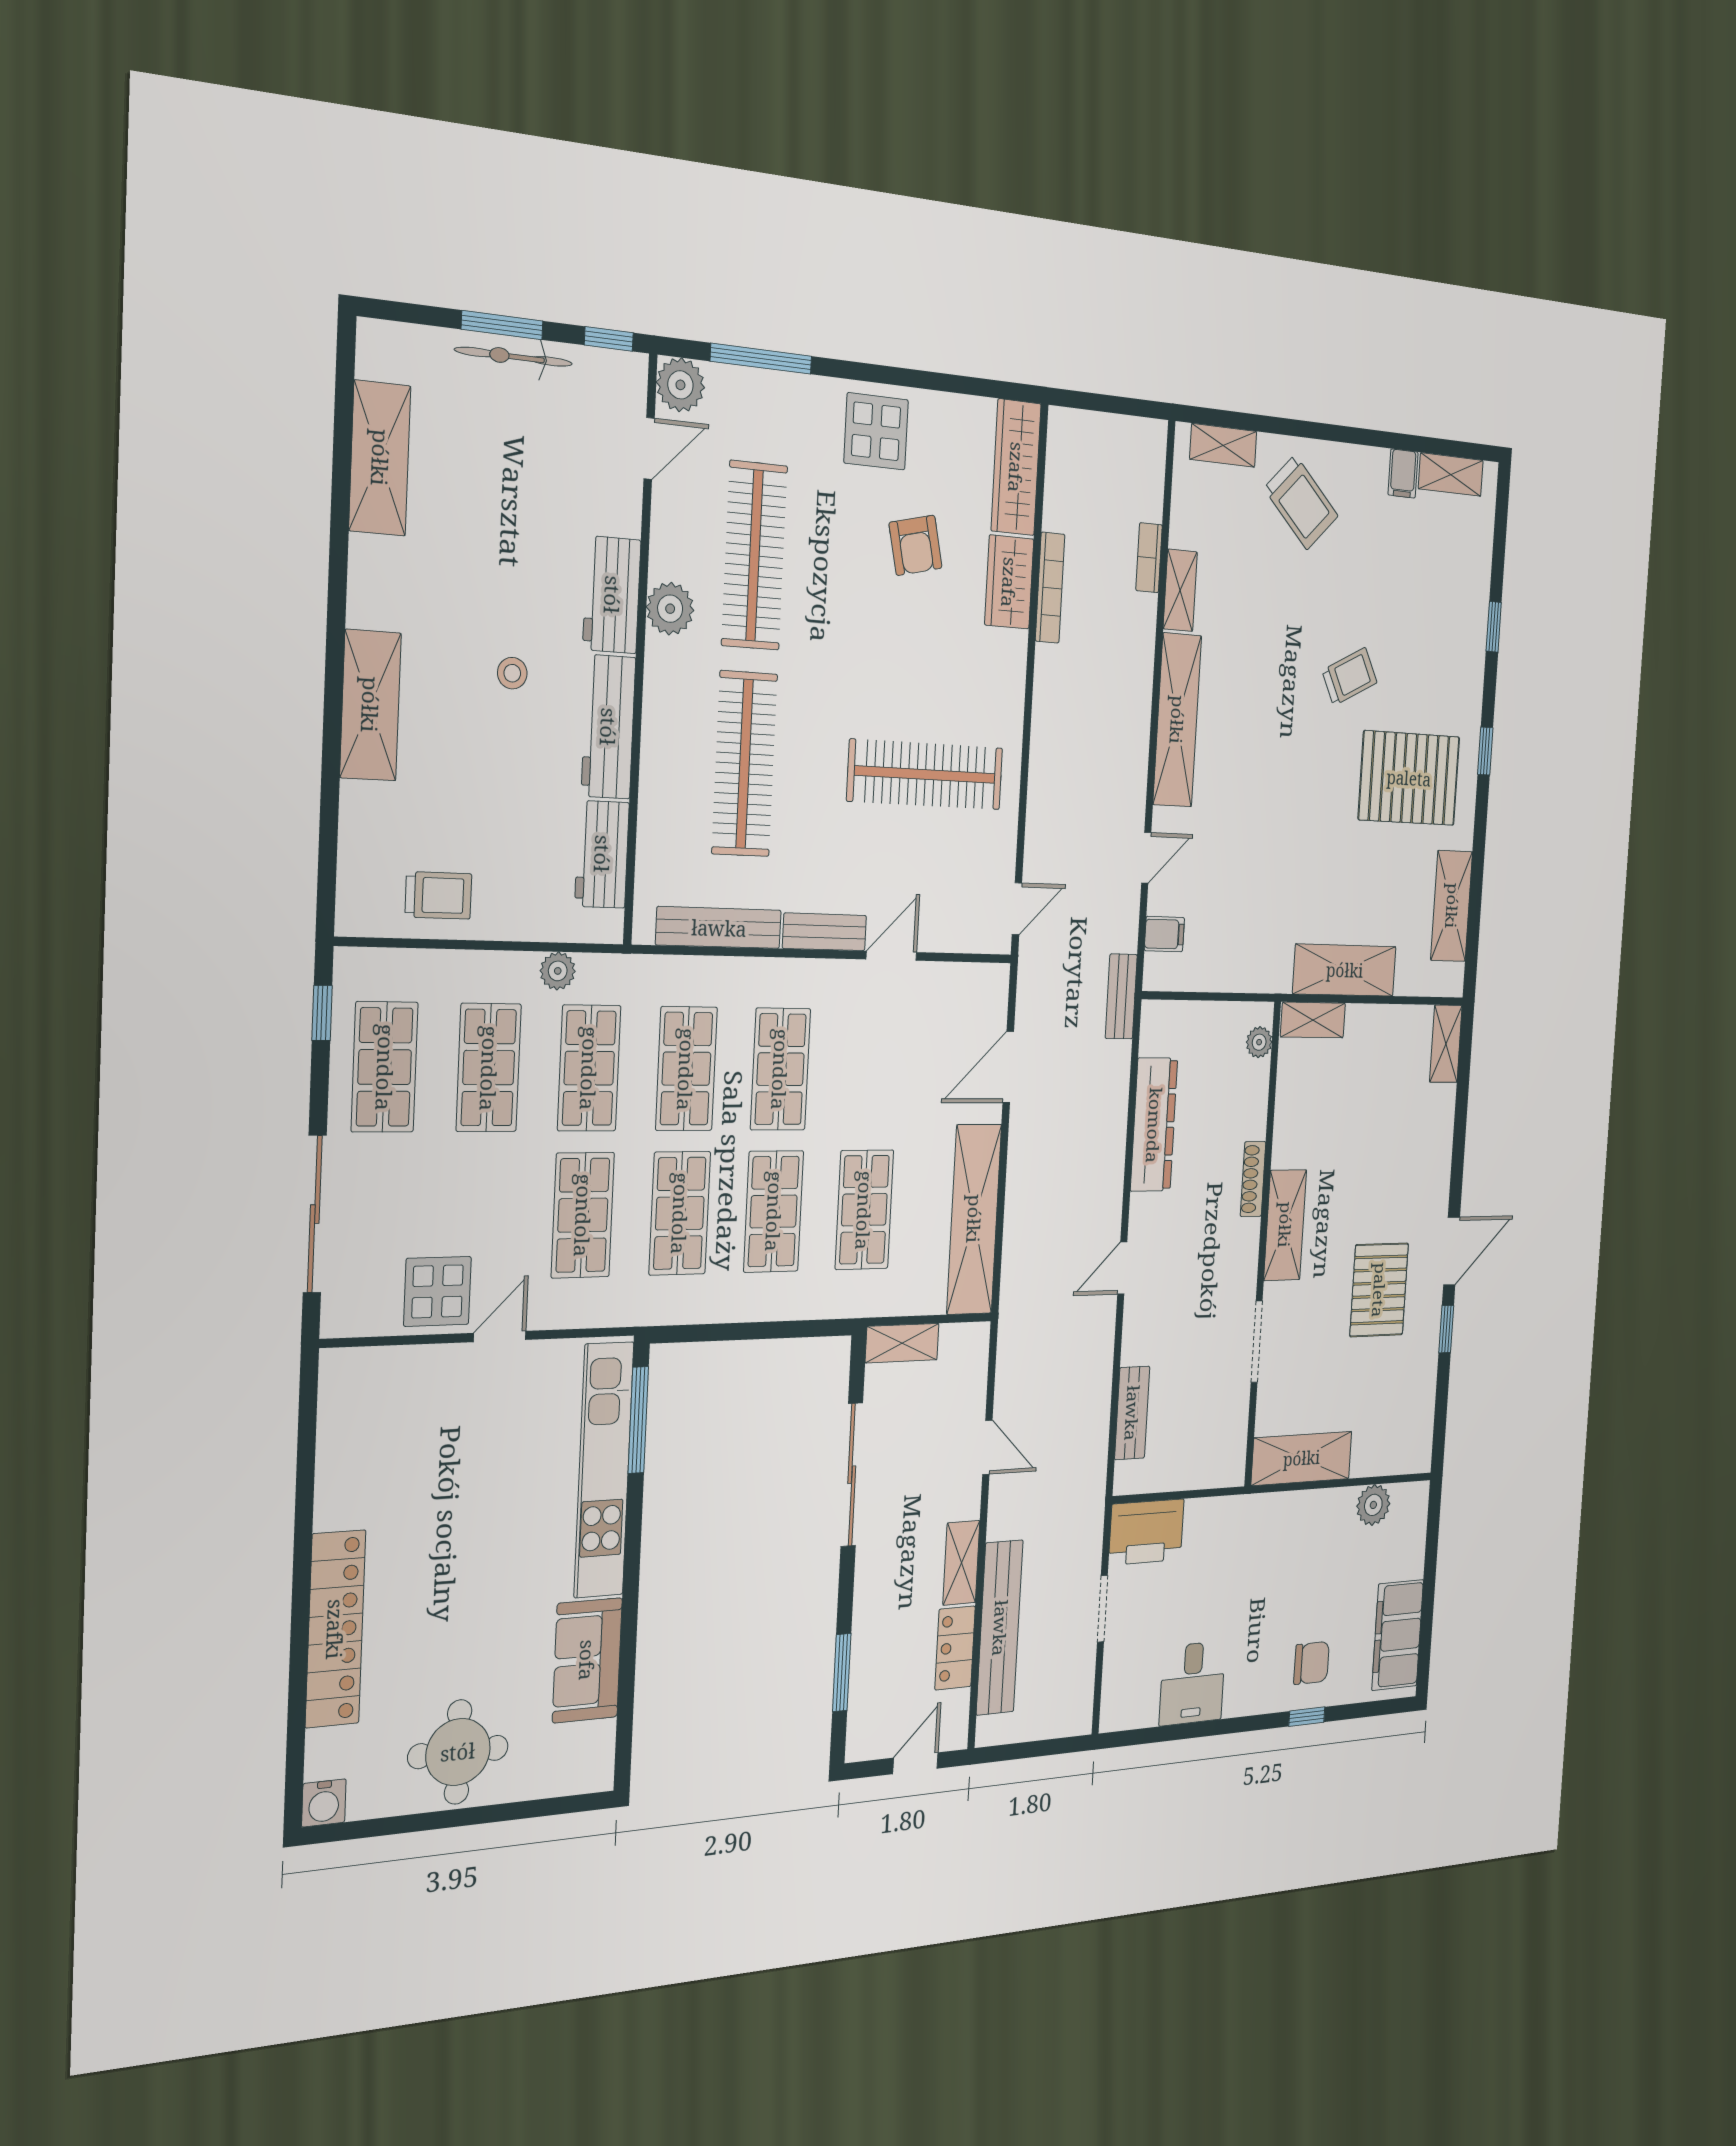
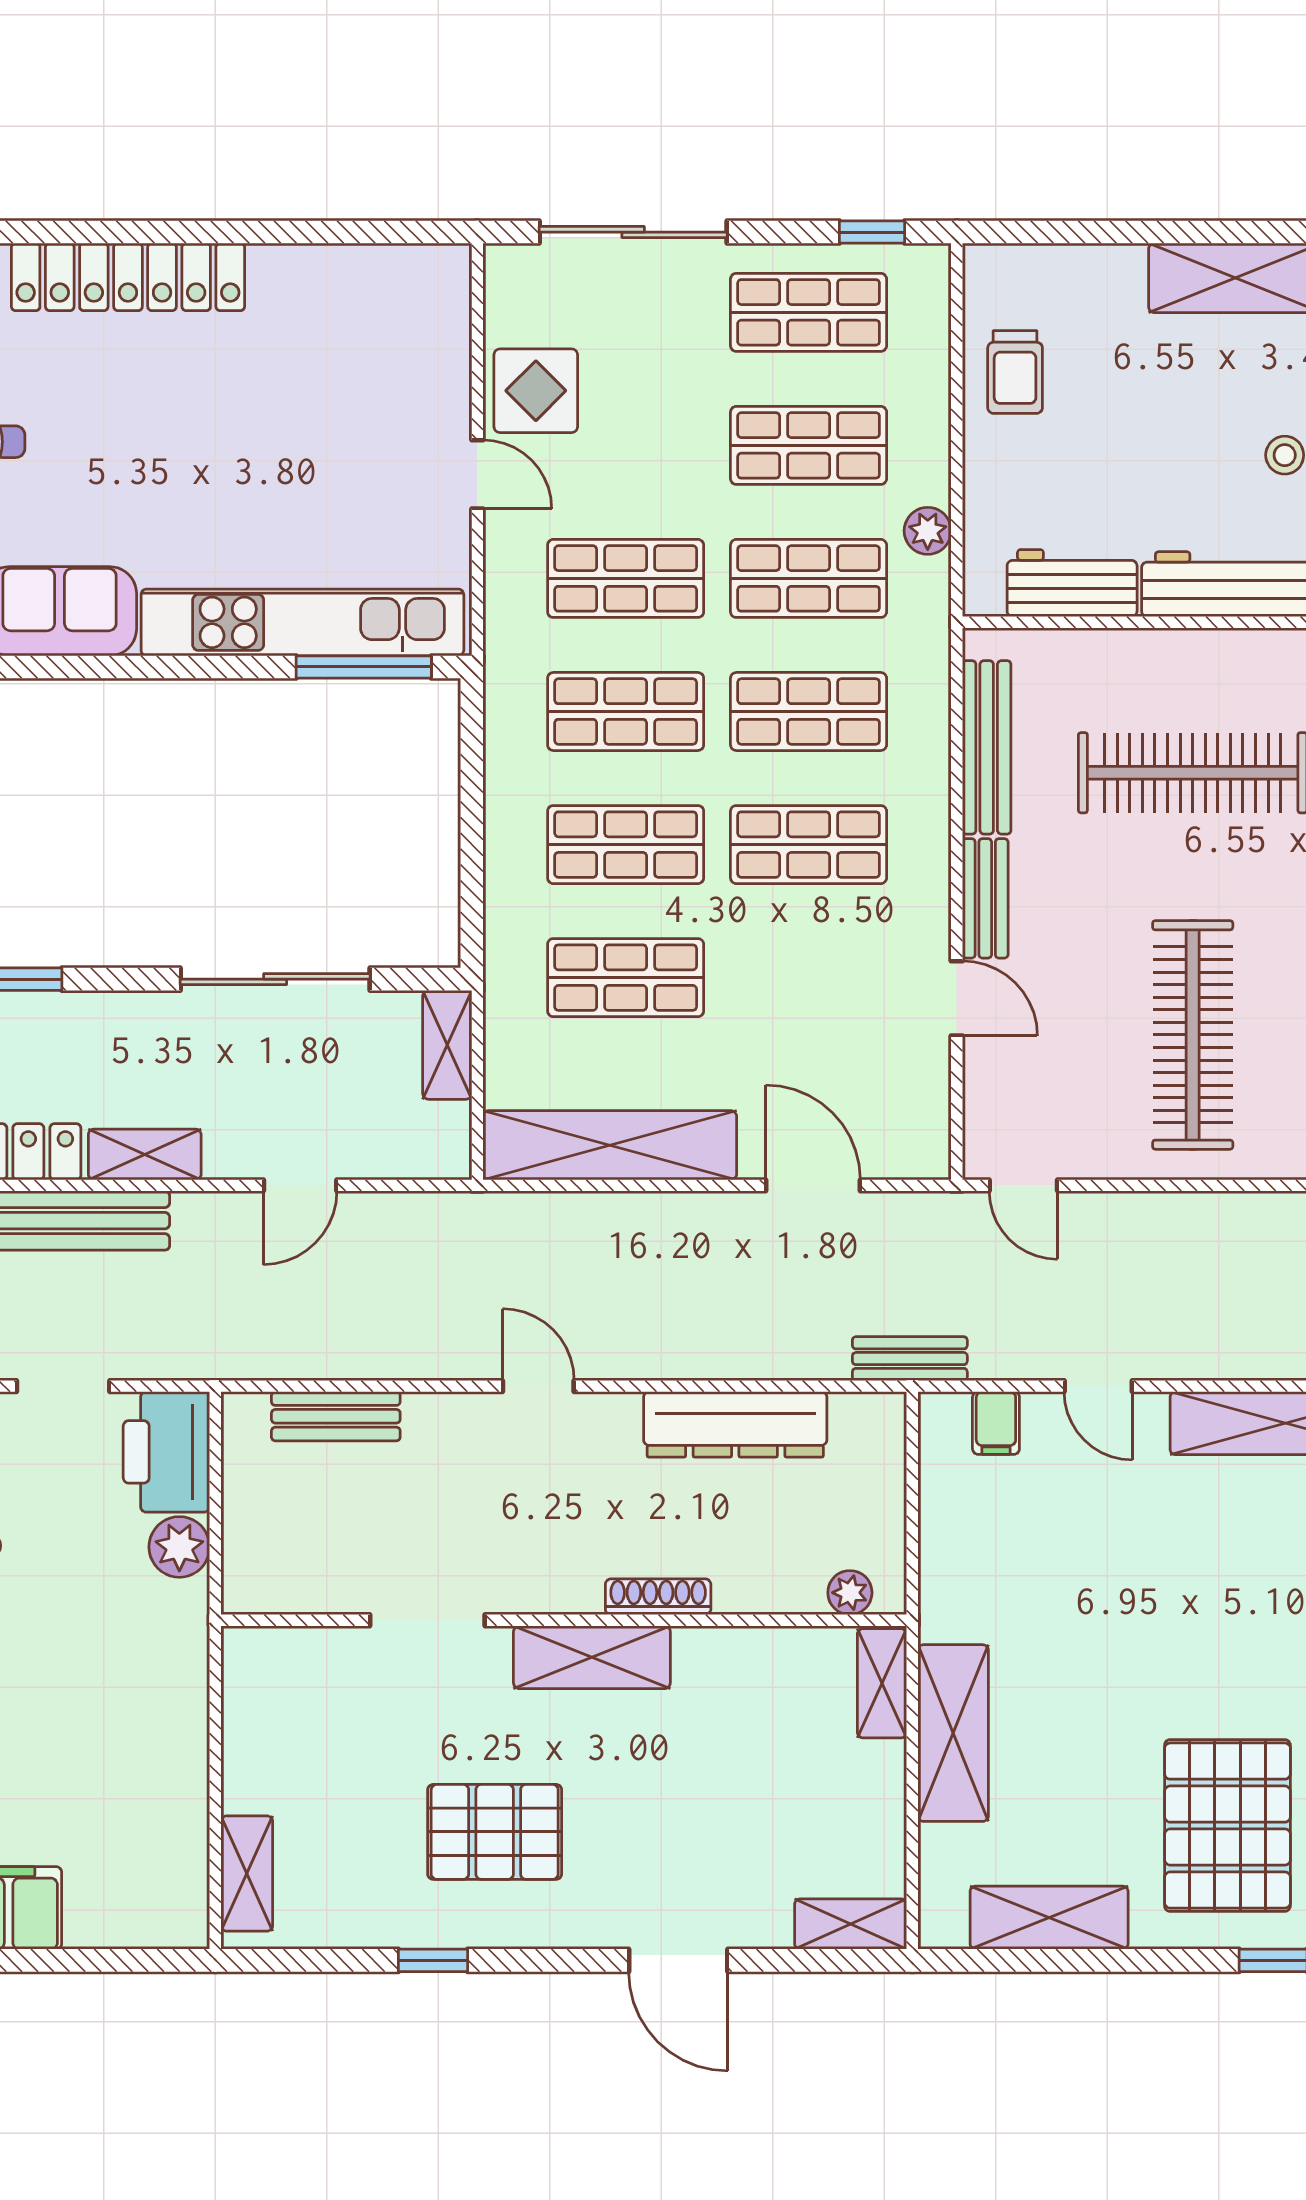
door: (1452, 1251) -> (678, 1960), moved
shelving: (1302, 1458) -> (247, 1873), moved, width x0.67, depth x0.75
plant: (1373, 1505) -> (179, 1547), moved

